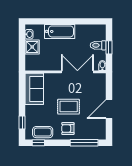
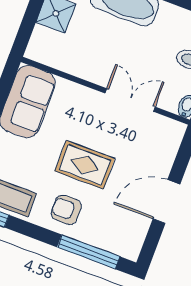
double door: (77, 72) -> (130, 100), width x0.73

